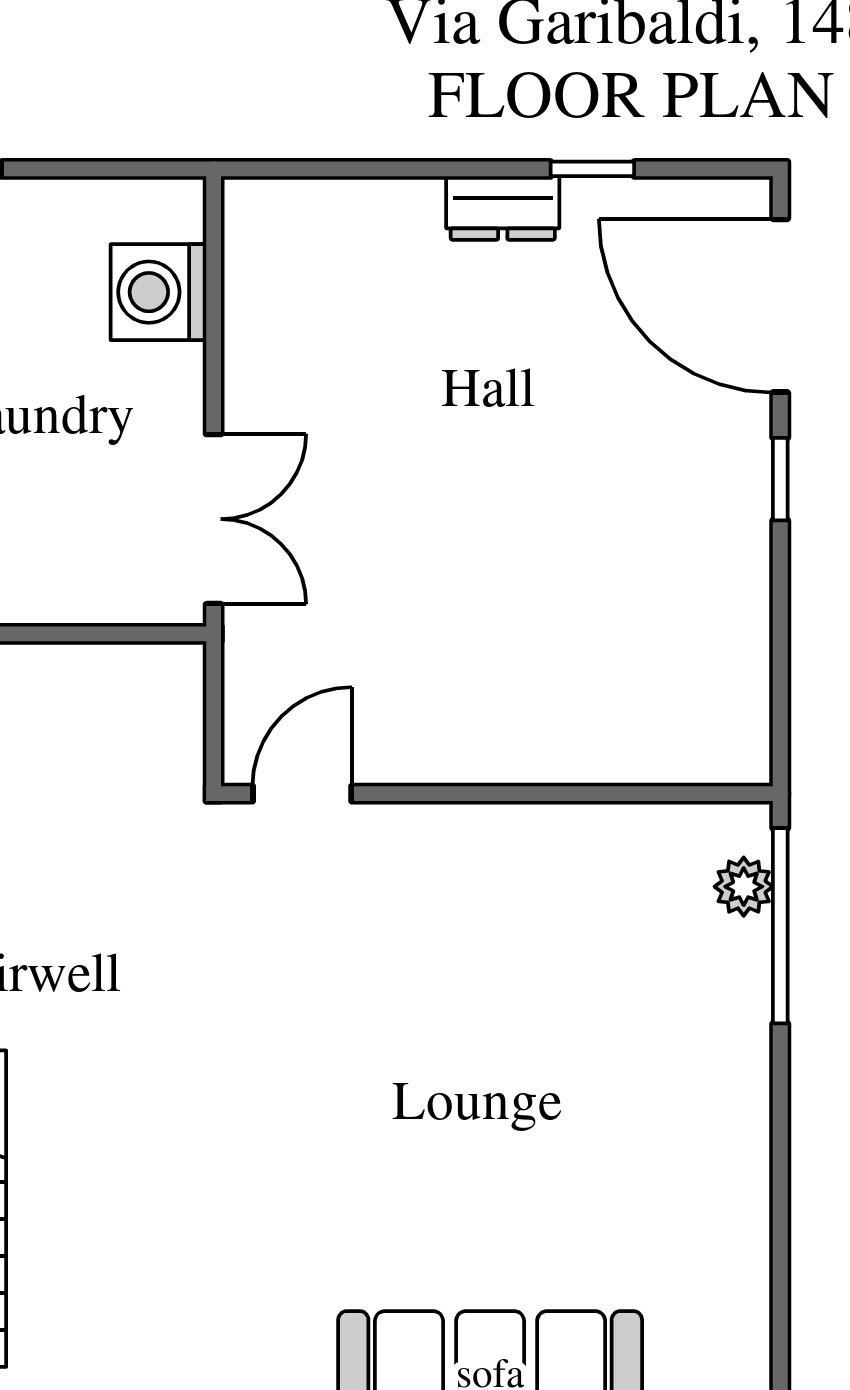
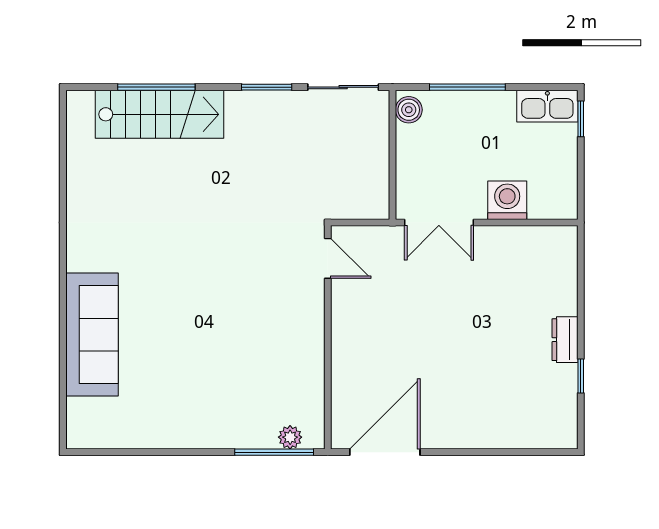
washing machine: (158, 292) -> (507, 200), moved
door: (780, 306) -> (385, 452), moved
window: (780, 479) -> (455, 452), removed

